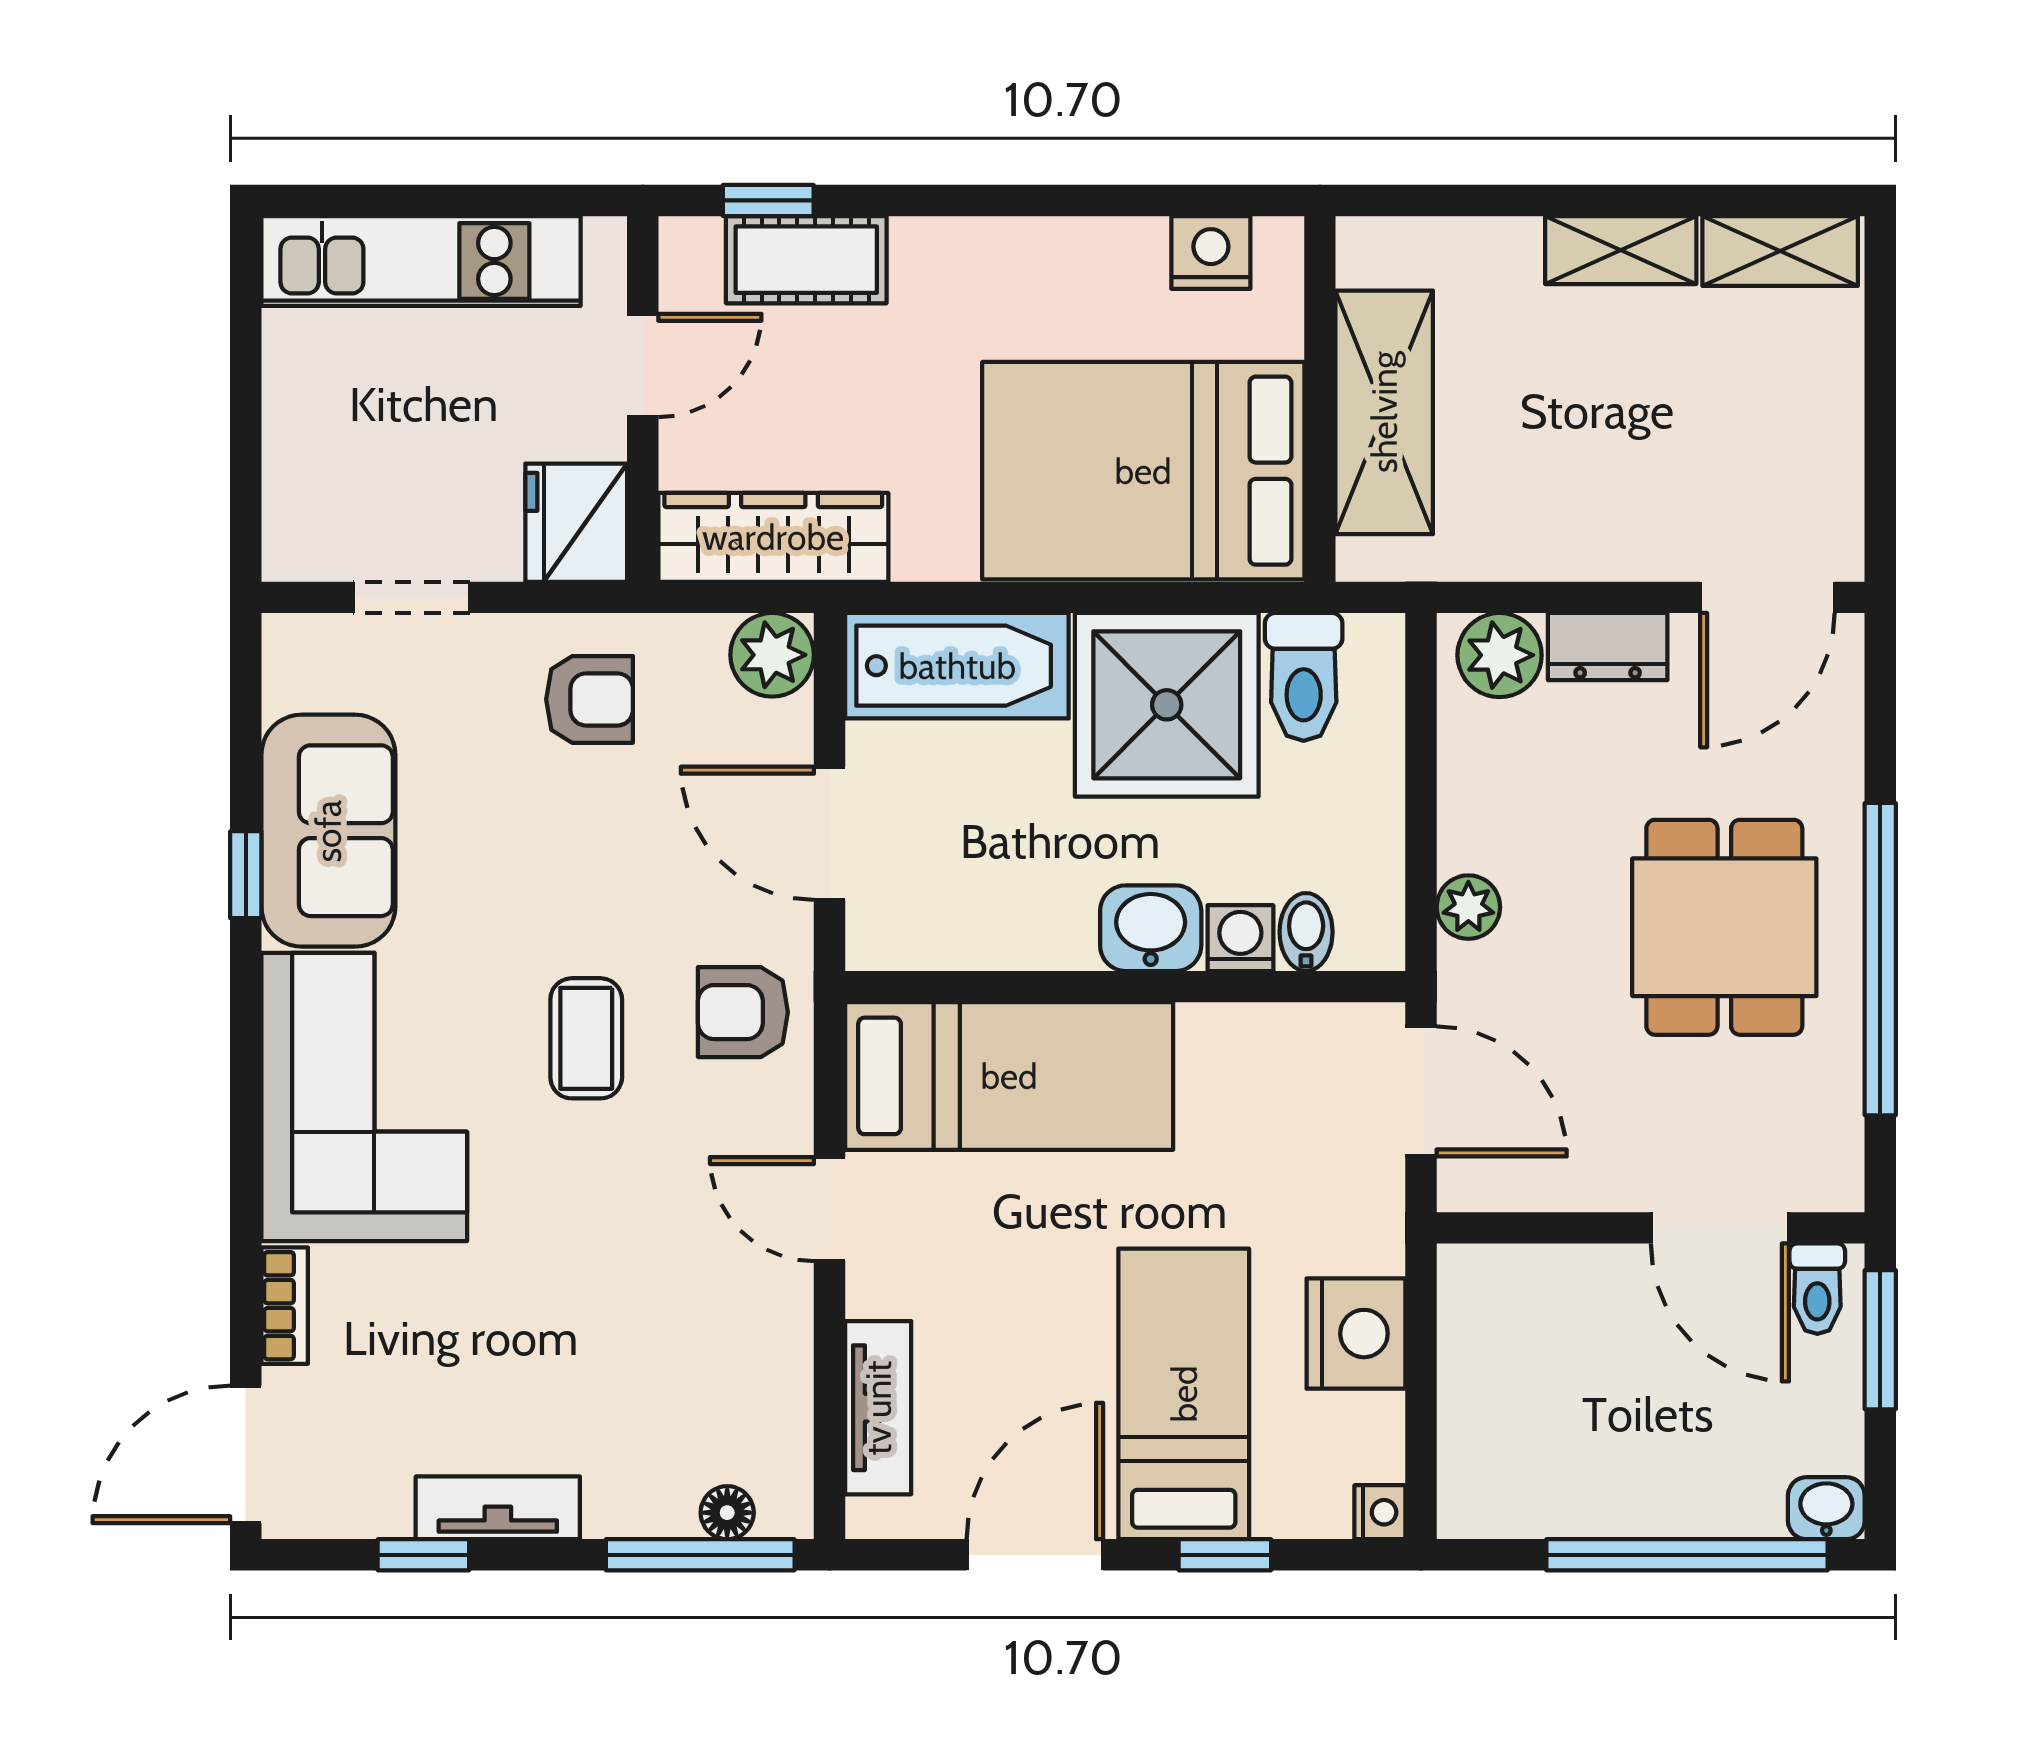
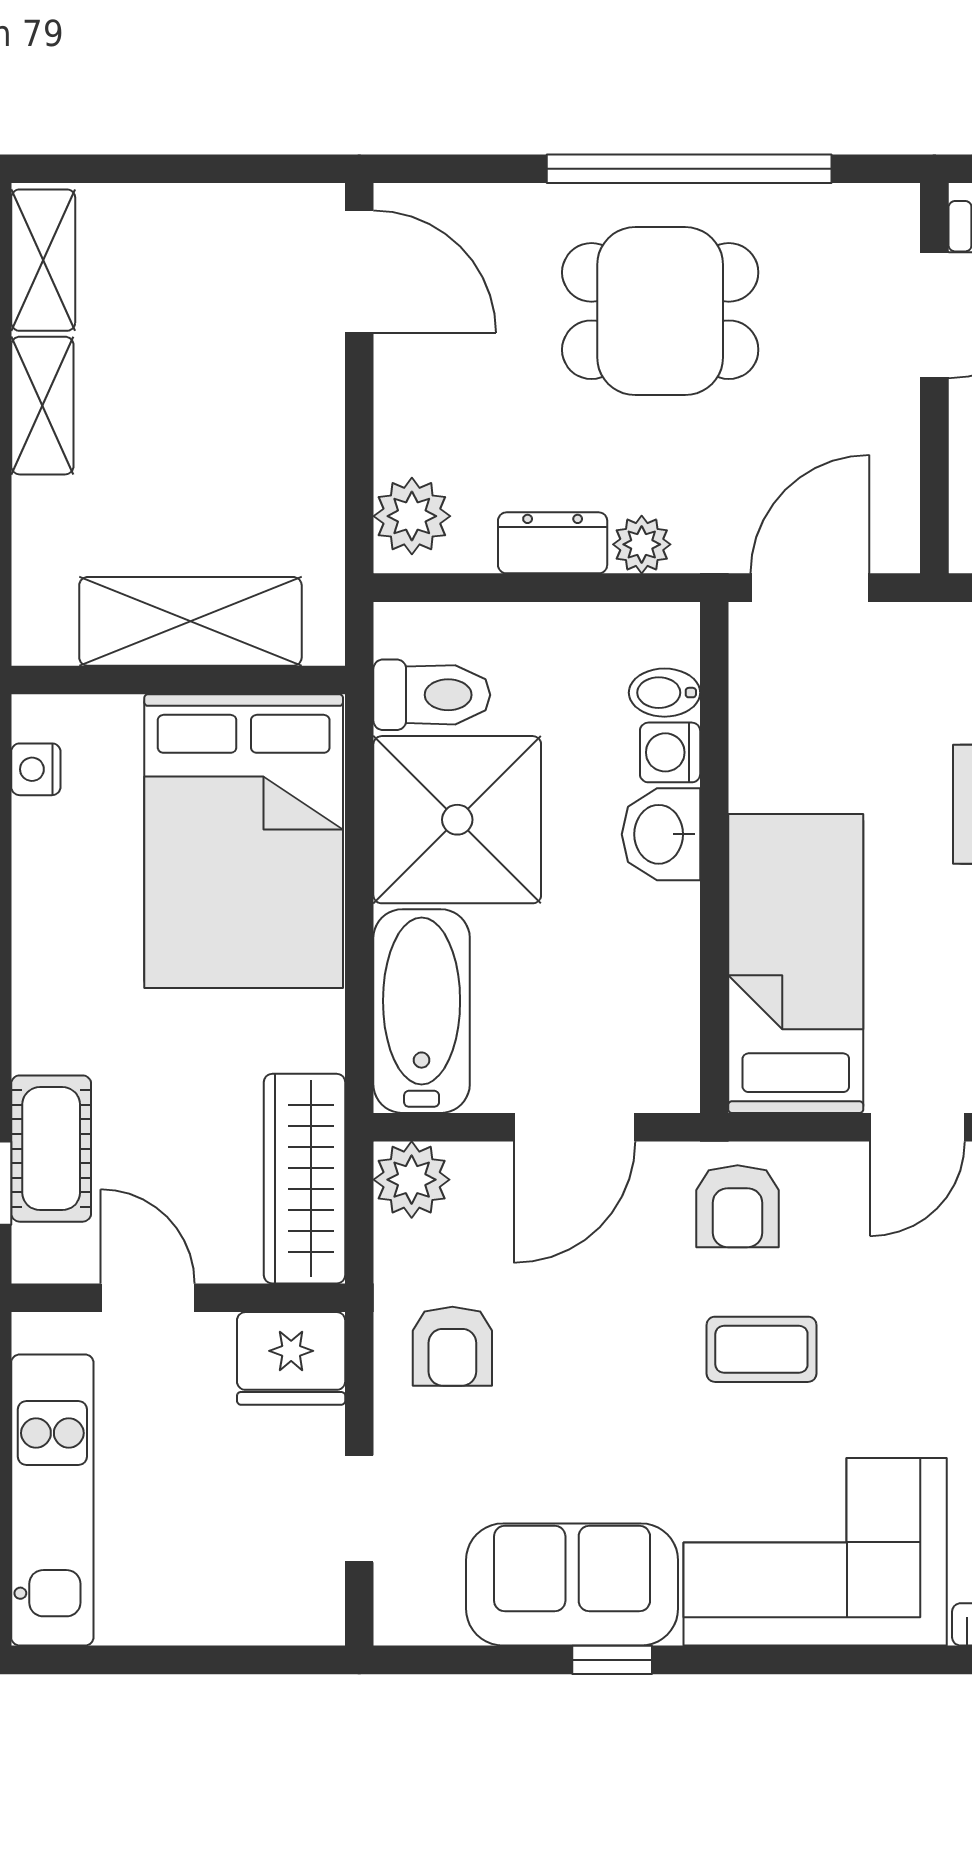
nightstand: (1211, 252) -> (36, 769), width x0.72, depth x0.74
dresser: (1608, 647) -> (553, 543), moved, turned -90
armchair: (590, 699) -> (452, 1346), turned 180

